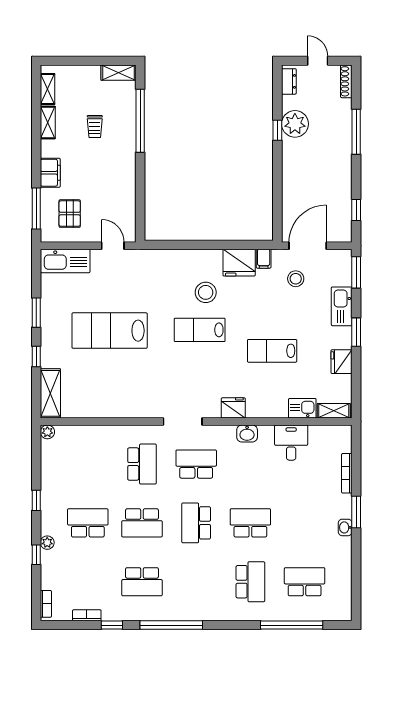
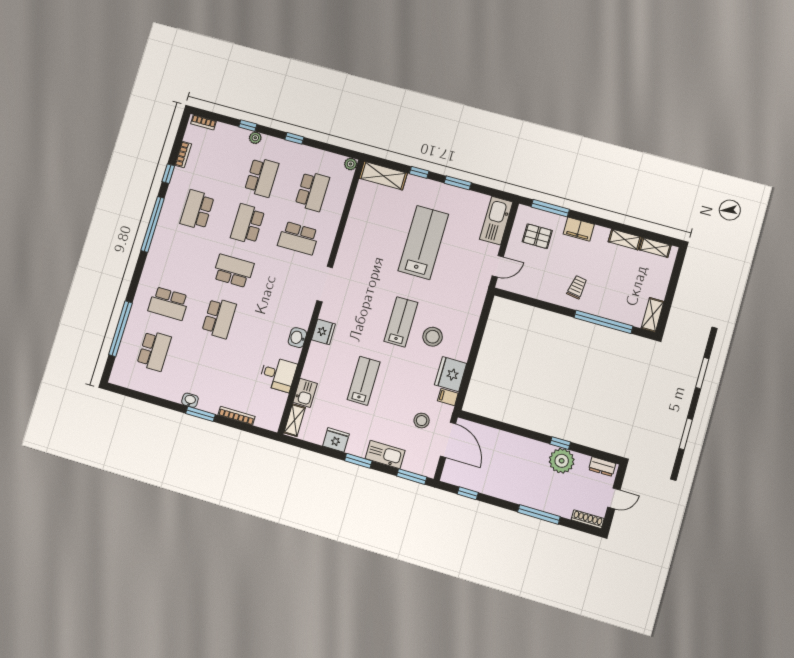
trolley: (95, 127) -> (577, 287), moved, turned 99
school desk: (196, 464) -> (312, 191), moved

